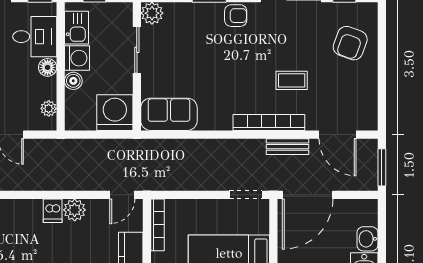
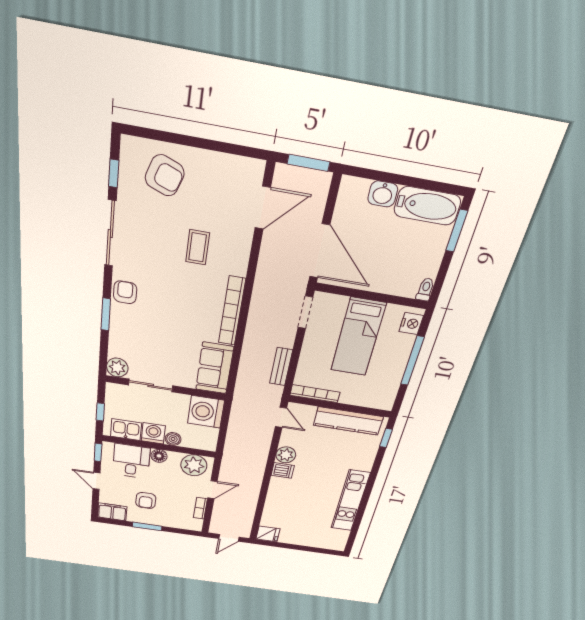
plant: (49, 108) -> (194, 465), width x1.88, depth x1.88
bookcase: (269, 122) -> (232, 311), moved
bench: (288, 147) -> (281, 367), moved

